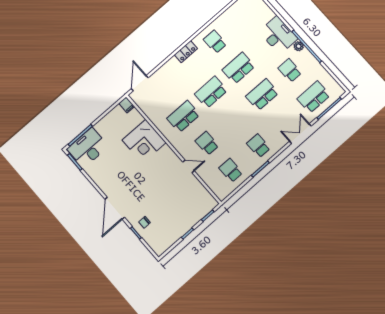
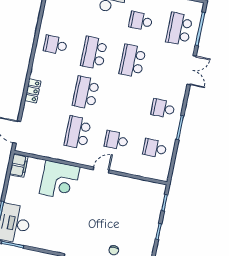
locker: (186, 52) -> (33, 91), moved
filing cabinet: (127, 105) -> (19, 165), width x2.00
double door: (300, 134) -> (192, 70), swing flipped
door: (188, 166) -> (101, 170), moved

